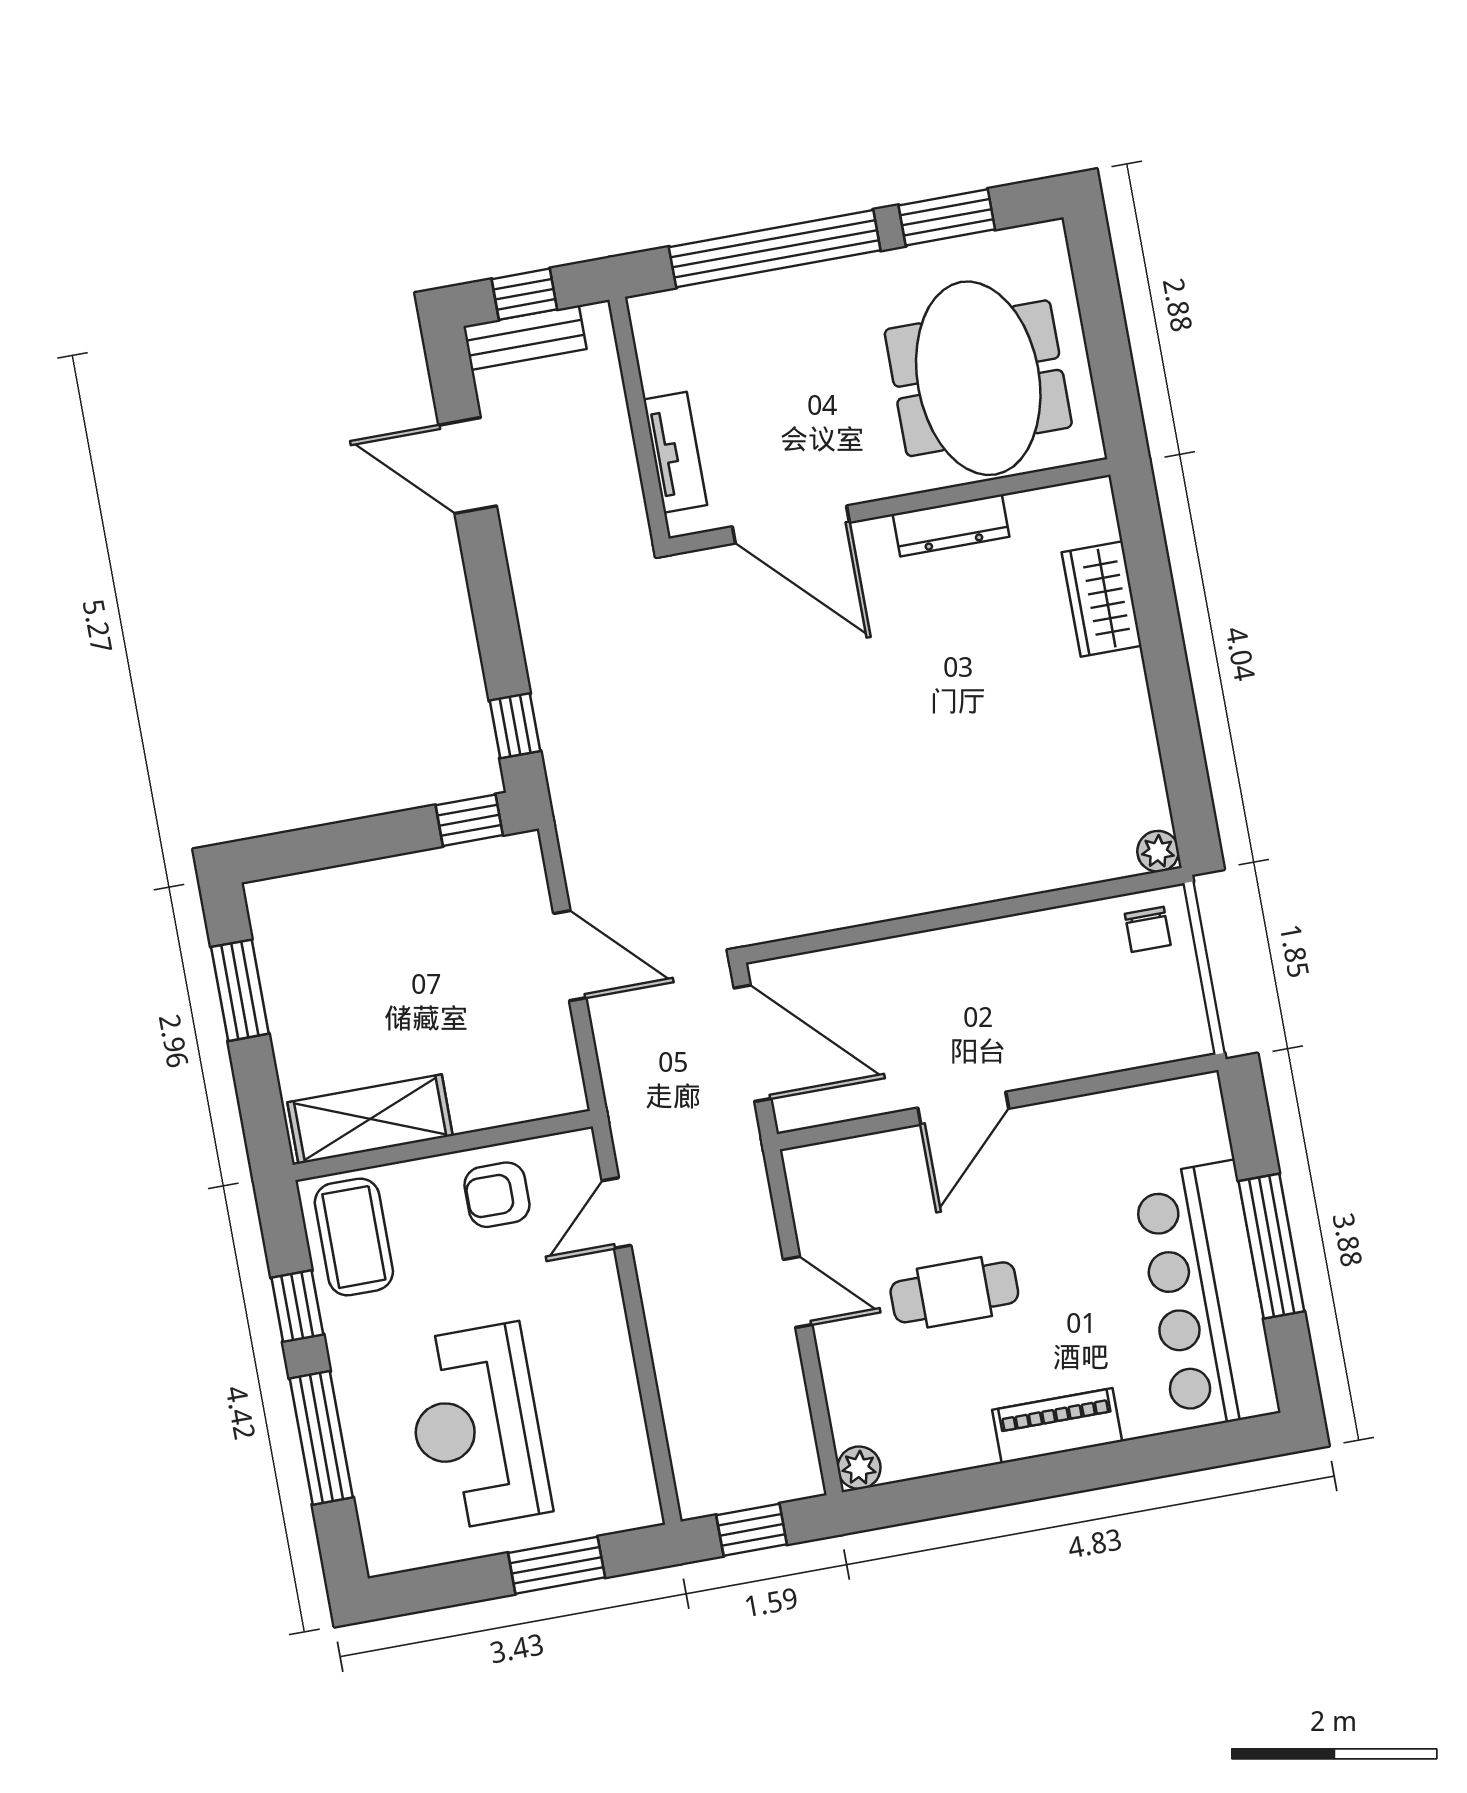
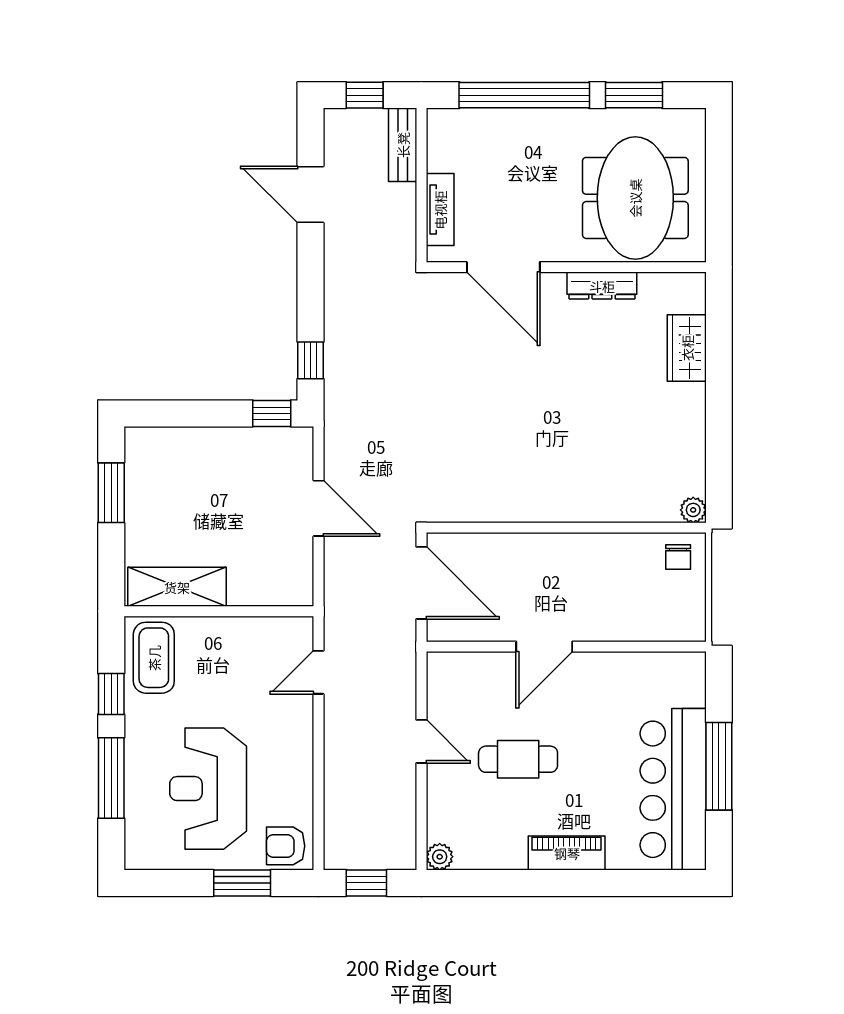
bench: (525, 338) -> (403, 145), moved, turned 90
armchair: (497, 1195) -> (286, 846), moved

